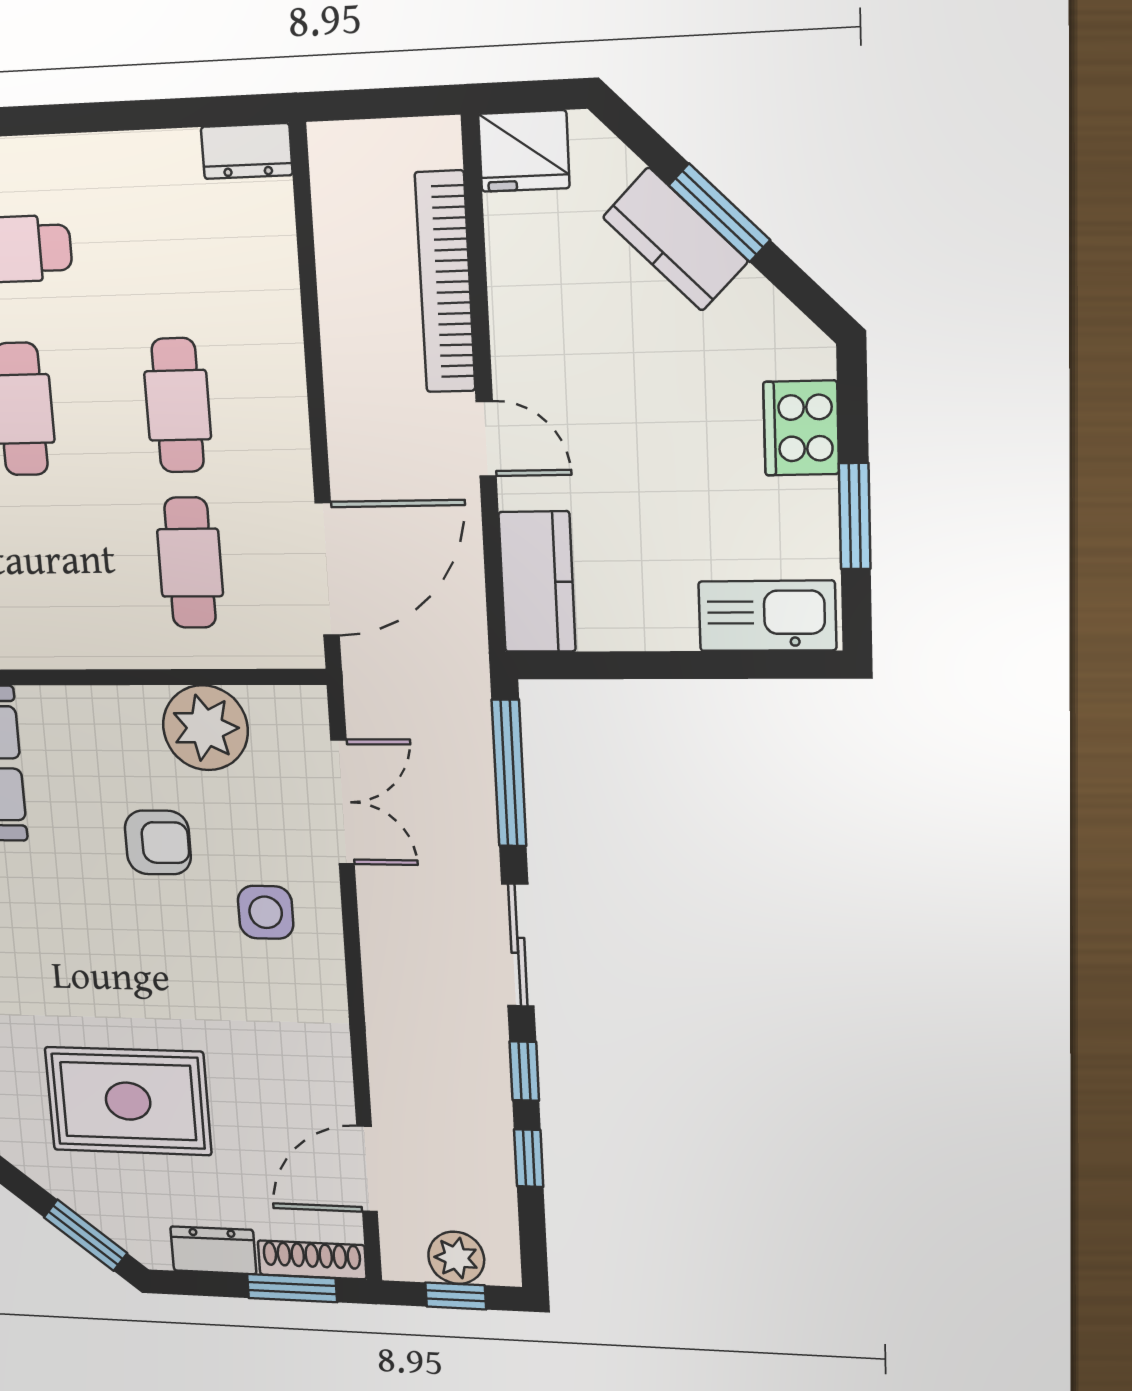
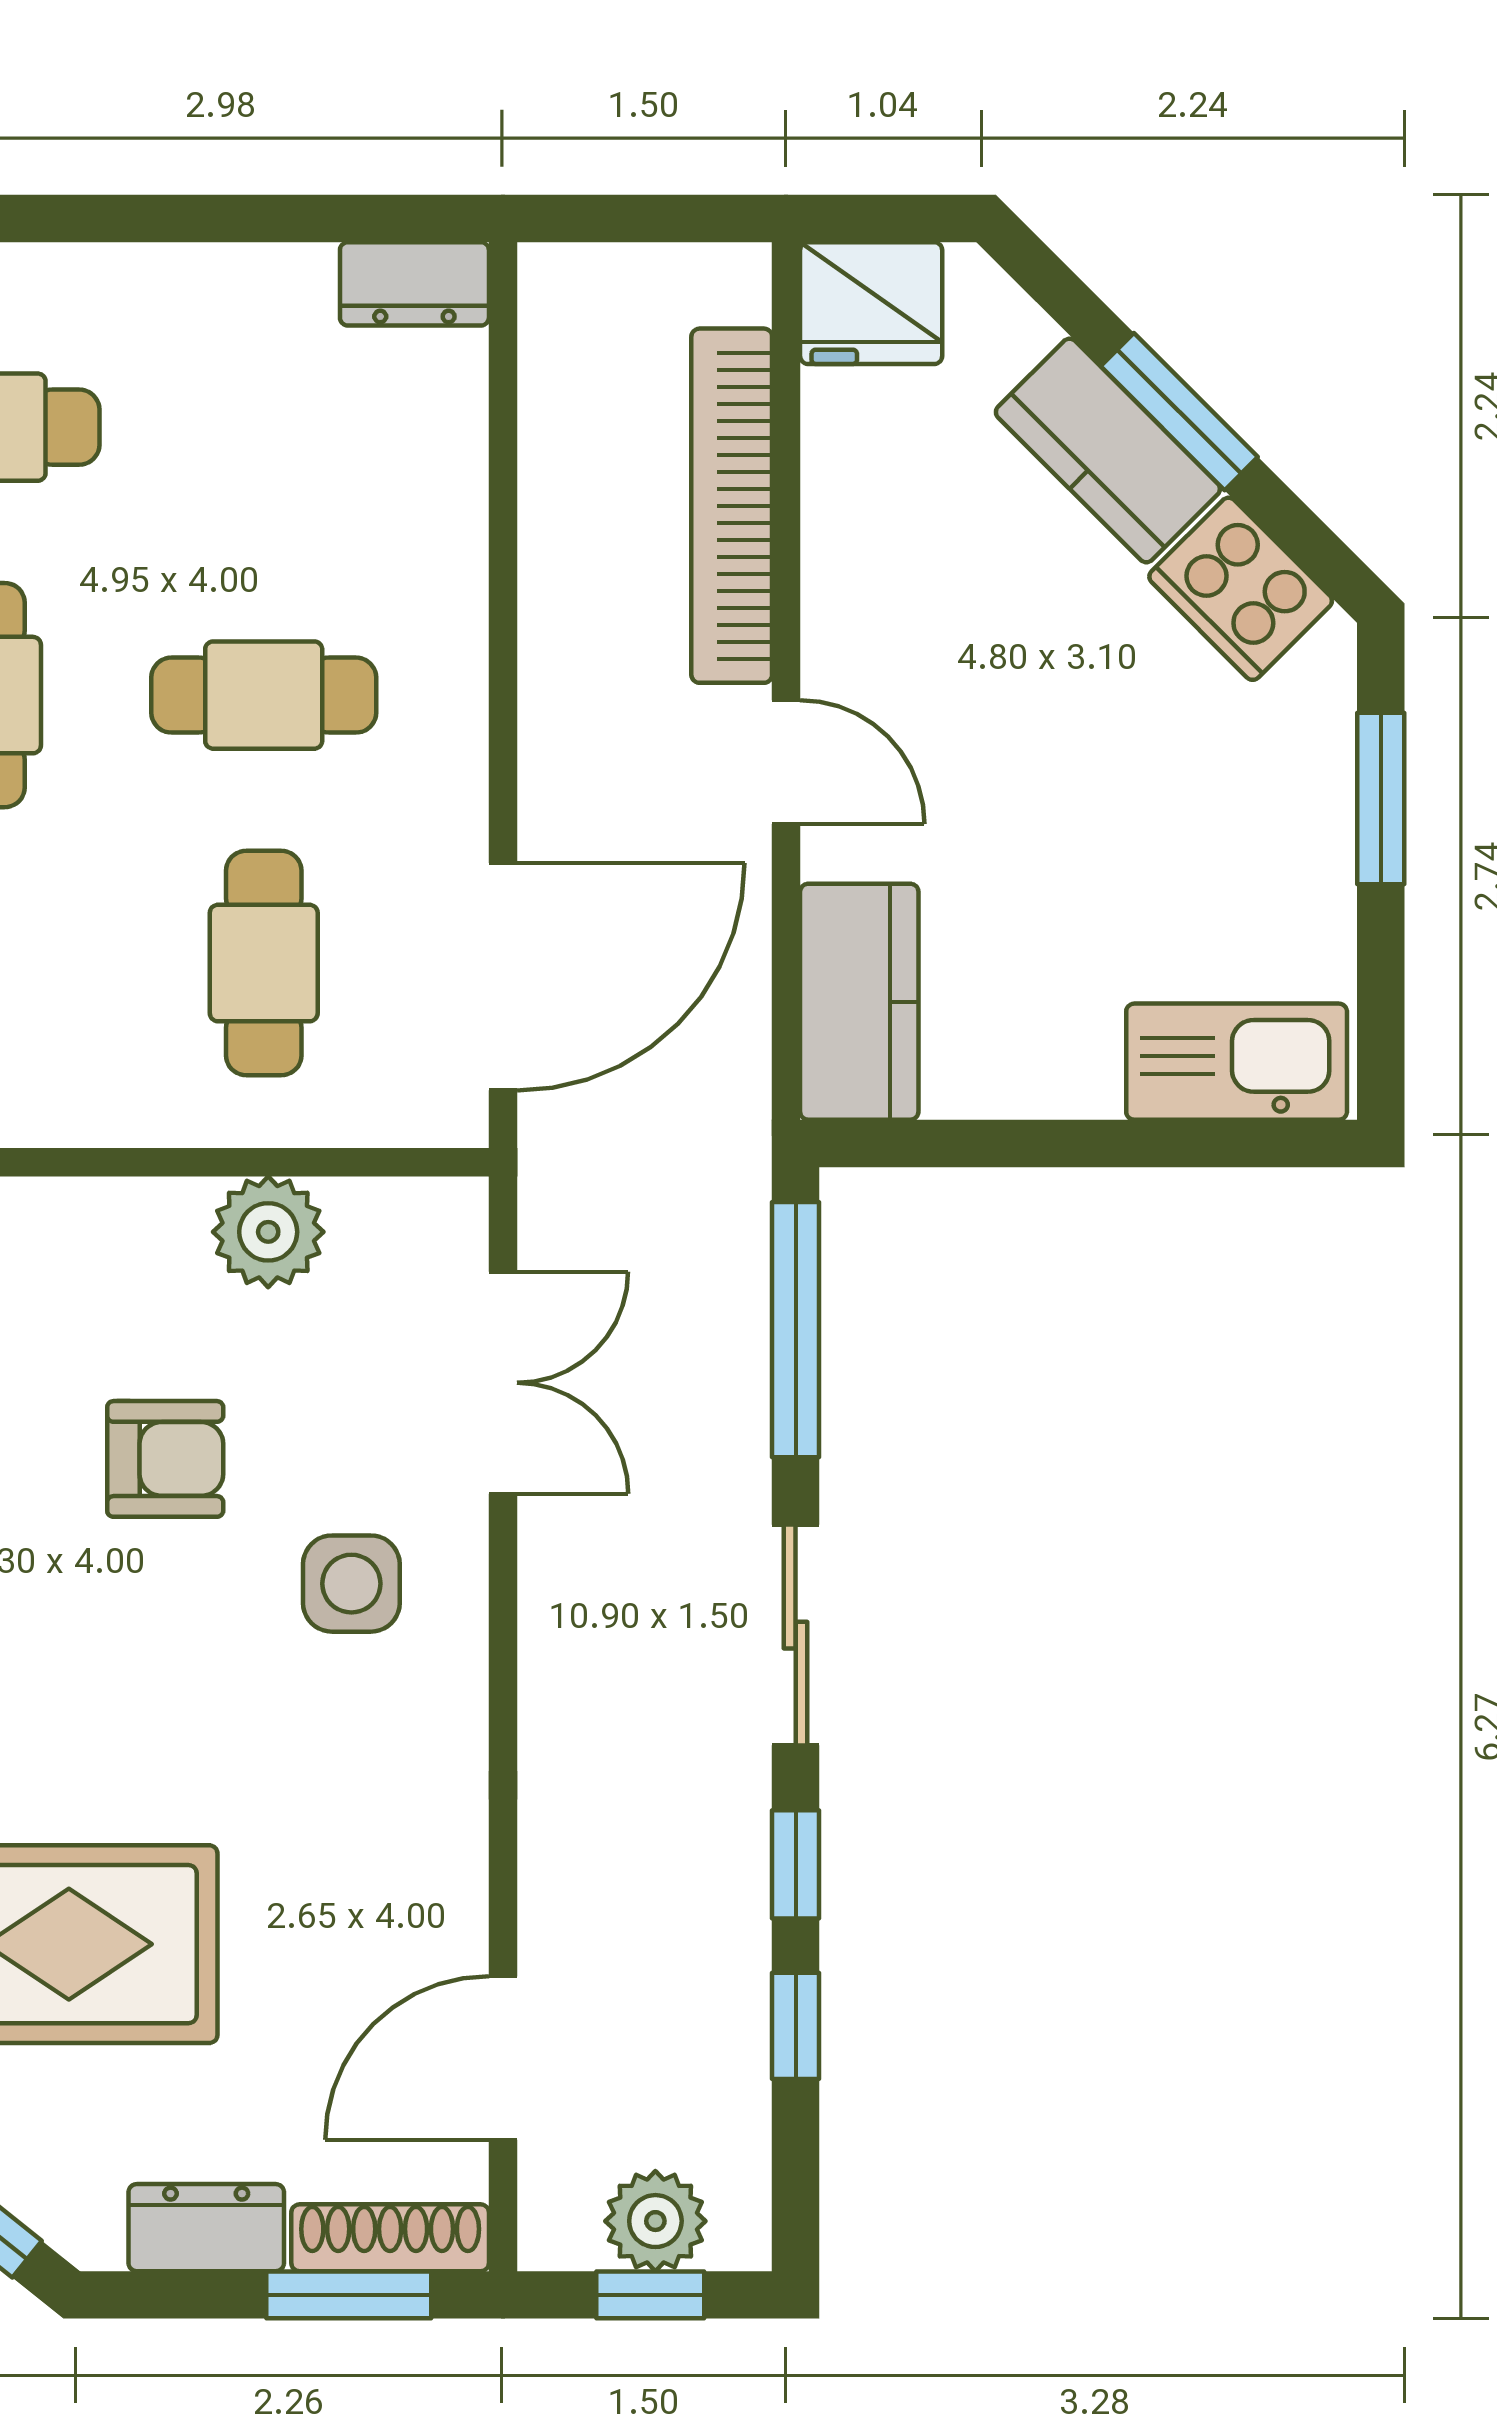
cafe table: (178, 405) -> (264, 695), turned 90
cooker: (801, 428) -> (1241, 589), moved, turned -45
window: (855, 516) -> (1381, 798), moved
plant: (205, 728) -> (268, 1232), width x0.73, depth x0.73

